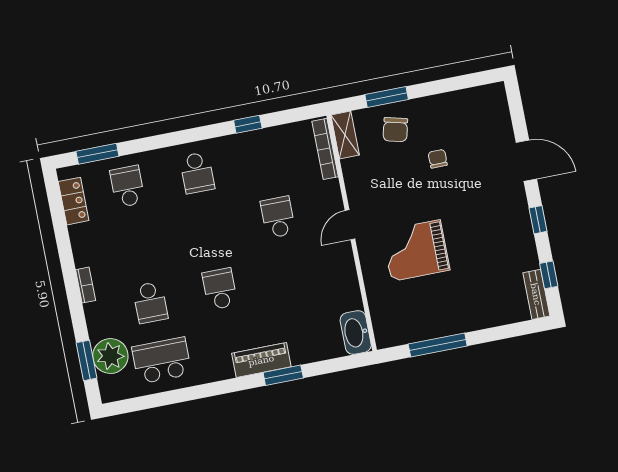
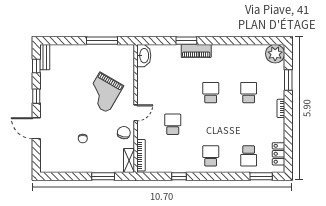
chair: (395, 130) -> (124, 133), moved
school desk: (278, 217) -> (173, 124), turned 180
grand piano: (416, 250) -> (104, 93), turned 120
school desk: (220, 289) -> (211, 93), turned 180
plant: (110, 356) -> (275, 54), moved
window: (86, 360) -> (288, 80), moved
school desk: (162, 361) -> (249, 61), removed

